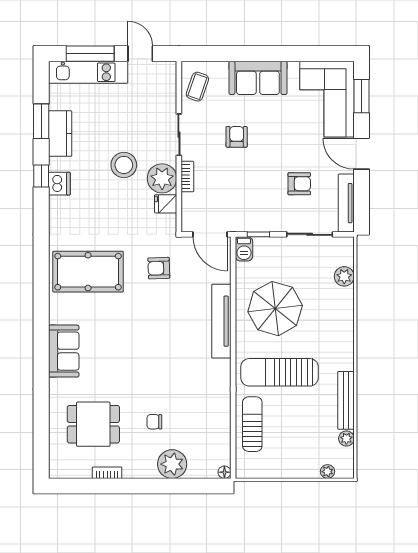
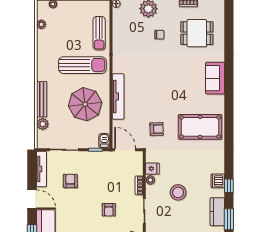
plant: (162, 178) -> (150, 180), width x0.53, depth x0.53
armchair: (299, 184) -> (70, 181), turned 90
bench: (346, 400) -> (42, 99), moved

